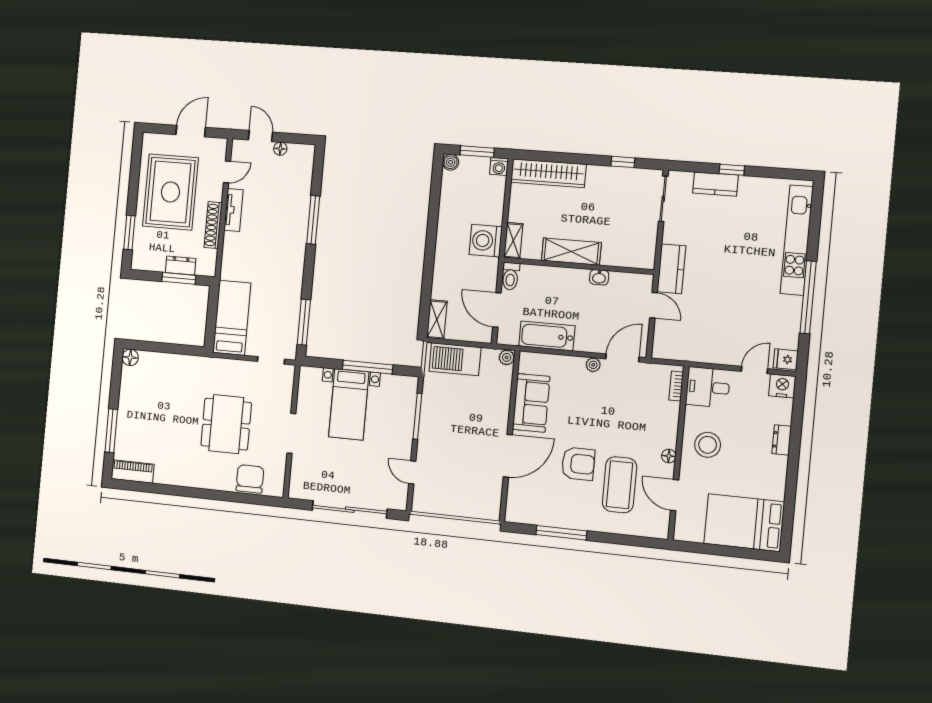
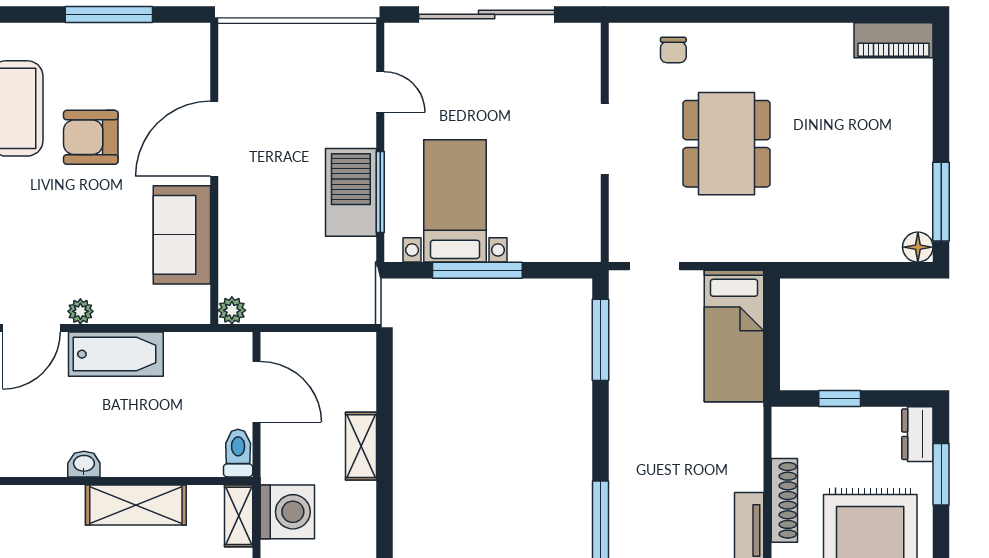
dresser: (181, 265) -> (917, 434), moved, turned 90
window: (179, 278) -> (840, 399), width x0.67
shelving: (437, 319) -> (361, 446), moved
bathtub: (547, 336) -> (116, 354), moved
barbecue: (455, 359) -> (351, 192), moved, turned -90
bed with nightstands: (349, 404) -> (455, 201), moved
window: (111, 431) -> (941, 202), moved
chair: (250, 479) -> (673, 50), width x0.54, depth x0.54

